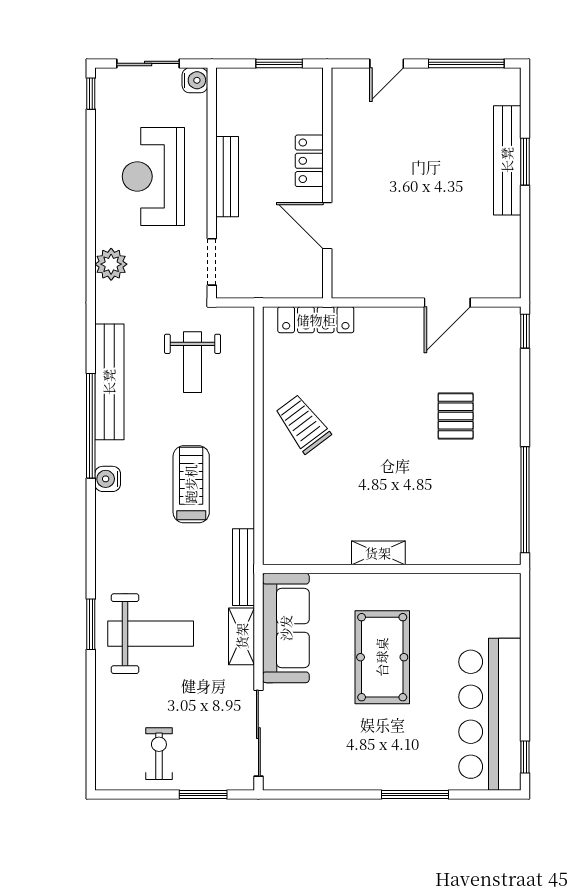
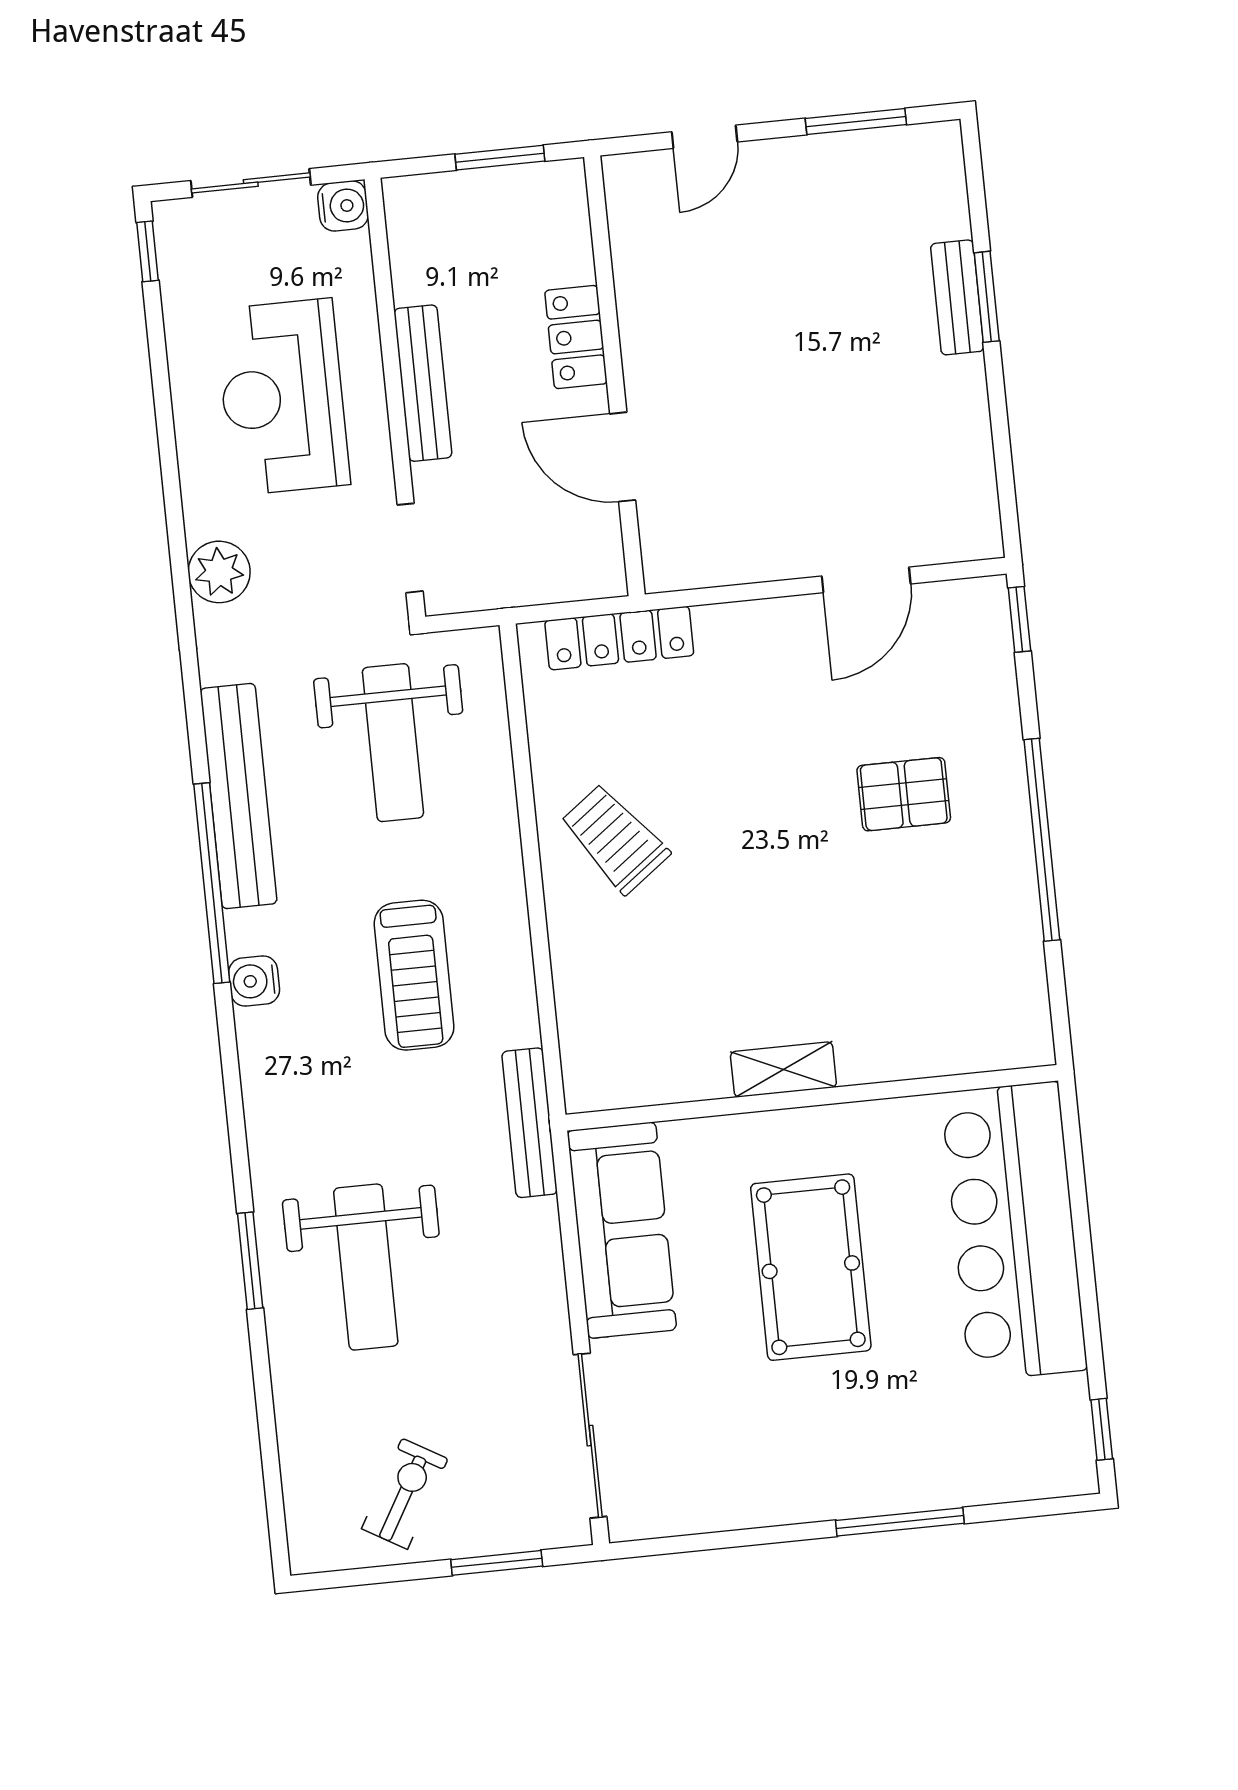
window: (466, 63) -> (856, 121), width x0.69
bench: (507, 160) -> (957, 297), width x0.54, depth x0.82
weight bench: (192, 362) -> (393, 743), width x1.36, depth x1.33
pallet: (456, 416) -> (904, 794), turned 90
treadmill: (191, 484) -> (414, 975), turned 180
window: (525, 500) -> (1042, 840), moved
weight bench: (151, 634) -> (366, 1267), turned 90
shelving: (242, 636) -> (539, 1255), removed
bar counter: (490, 714) -> (1014, 1231), moved
exercise bike: (159, 754) -> (405, 1494), turned 30

